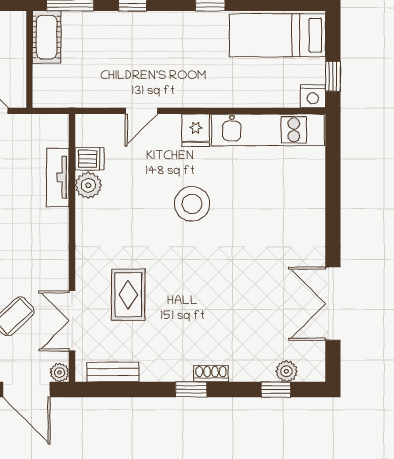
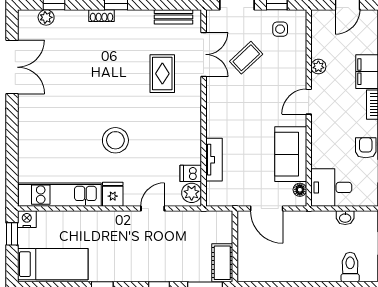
plant: (88, 185) -> (192, 193), moved
plant: (60, 373) -> (213, 16), removed

